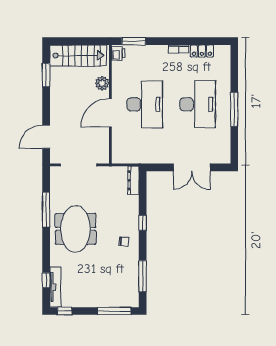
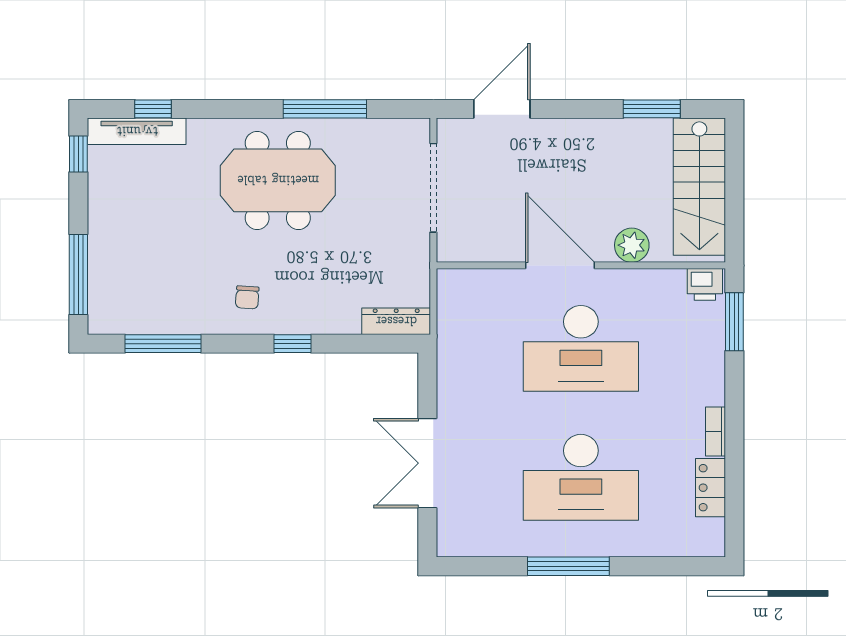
door: (46, 137) -> (502, 109), hinge flipped

